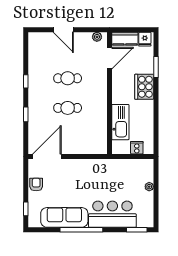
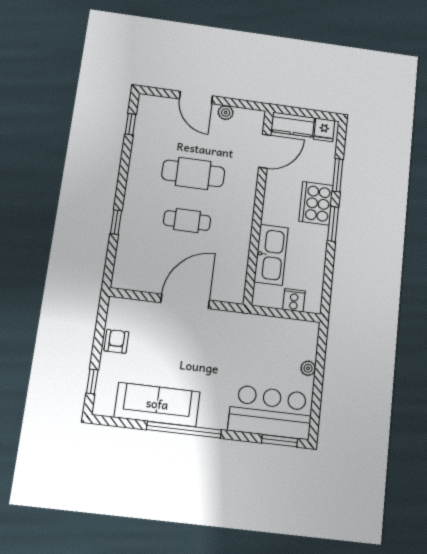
plant: (97, 37) -> (226, 113), moved
cafe table: (68, 78) -> (193, 173), width x1.37, depth x1.35
window: (26, 81) -> (130, 124), moved
window: (156, 98) -> (333, 224), added
door: (47, 156) -> (185, 301), moved
bar counter: (112, 214) -> (271, 412), moved

